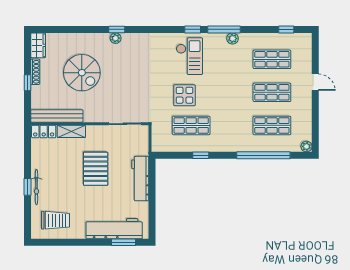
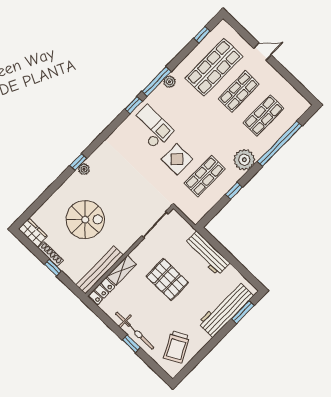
shop shelf: (272, 59) -> (214, 67), width x1.43, depth x1.36
plant: (306, 146) -> (244, 160), moved, width x1.88, depth x1.88
bicycle: (36, 187) -> (135, 331), width x1.37, depth x1.40
trolley: (55, 220) -> (177, 347), turned 152

